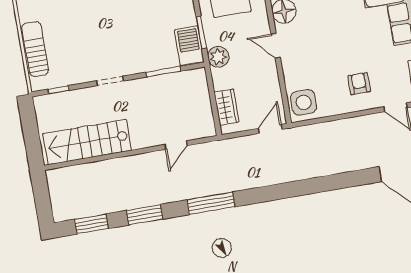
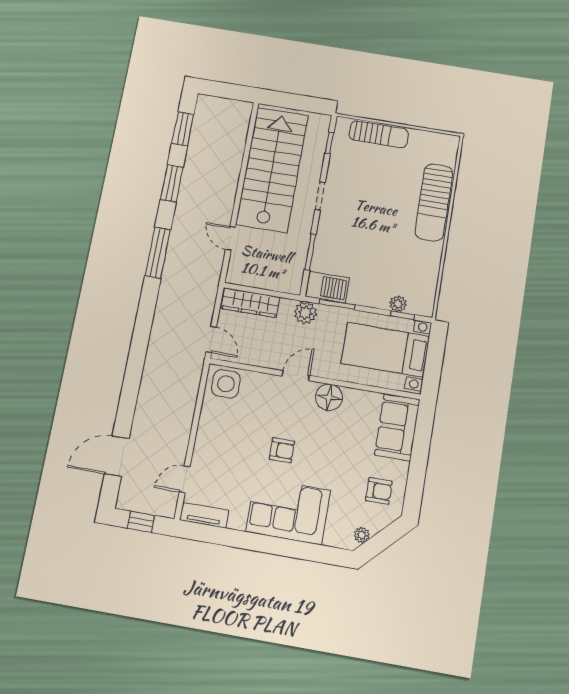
armchair: (359, 84) -> (282, 450), moved
wardrobe: (226, 107) -> (250, 303), width x1.50
stairs: (87, 142) -> (272, 170), width x1.36, depth x1.51

